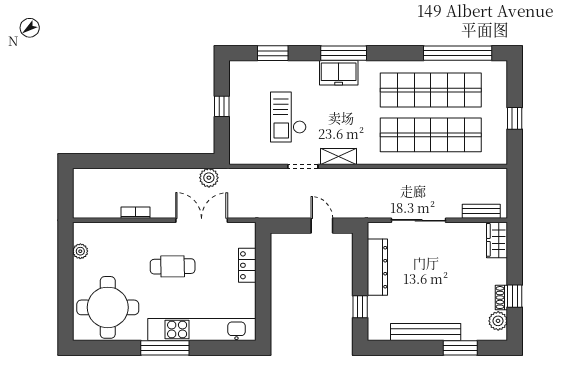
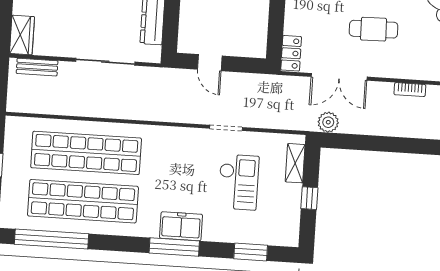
shelving: (339, 157) -> (295, 163), moved, turned 90
locker: (247, 265) -> (291, 53), moved

